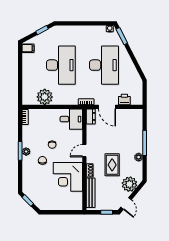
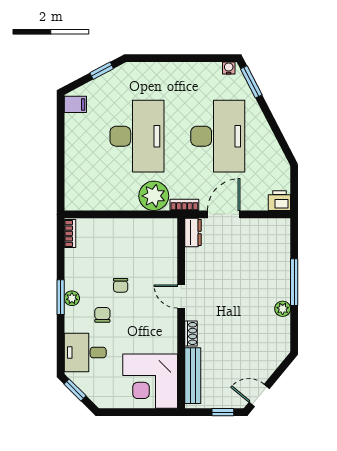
plant: (45, 97) -> (154, 196), moved
printer: (124, 99) -> (279, 201), moved
door: (107, 107) -> (224, 214), swing flipped
desk: (71, 119) -> (85, 353), moved, turned 180
door: (84, 151) -> (181, 297), hinge flipped
rug: (112, 165) -> (233, 323), removed
corner desk: (68, 177) -> (150, 381), moved
plant: (129, 184) -> (266, 360), removed
door: (126, 203) -> (259, 396), swing flipped

